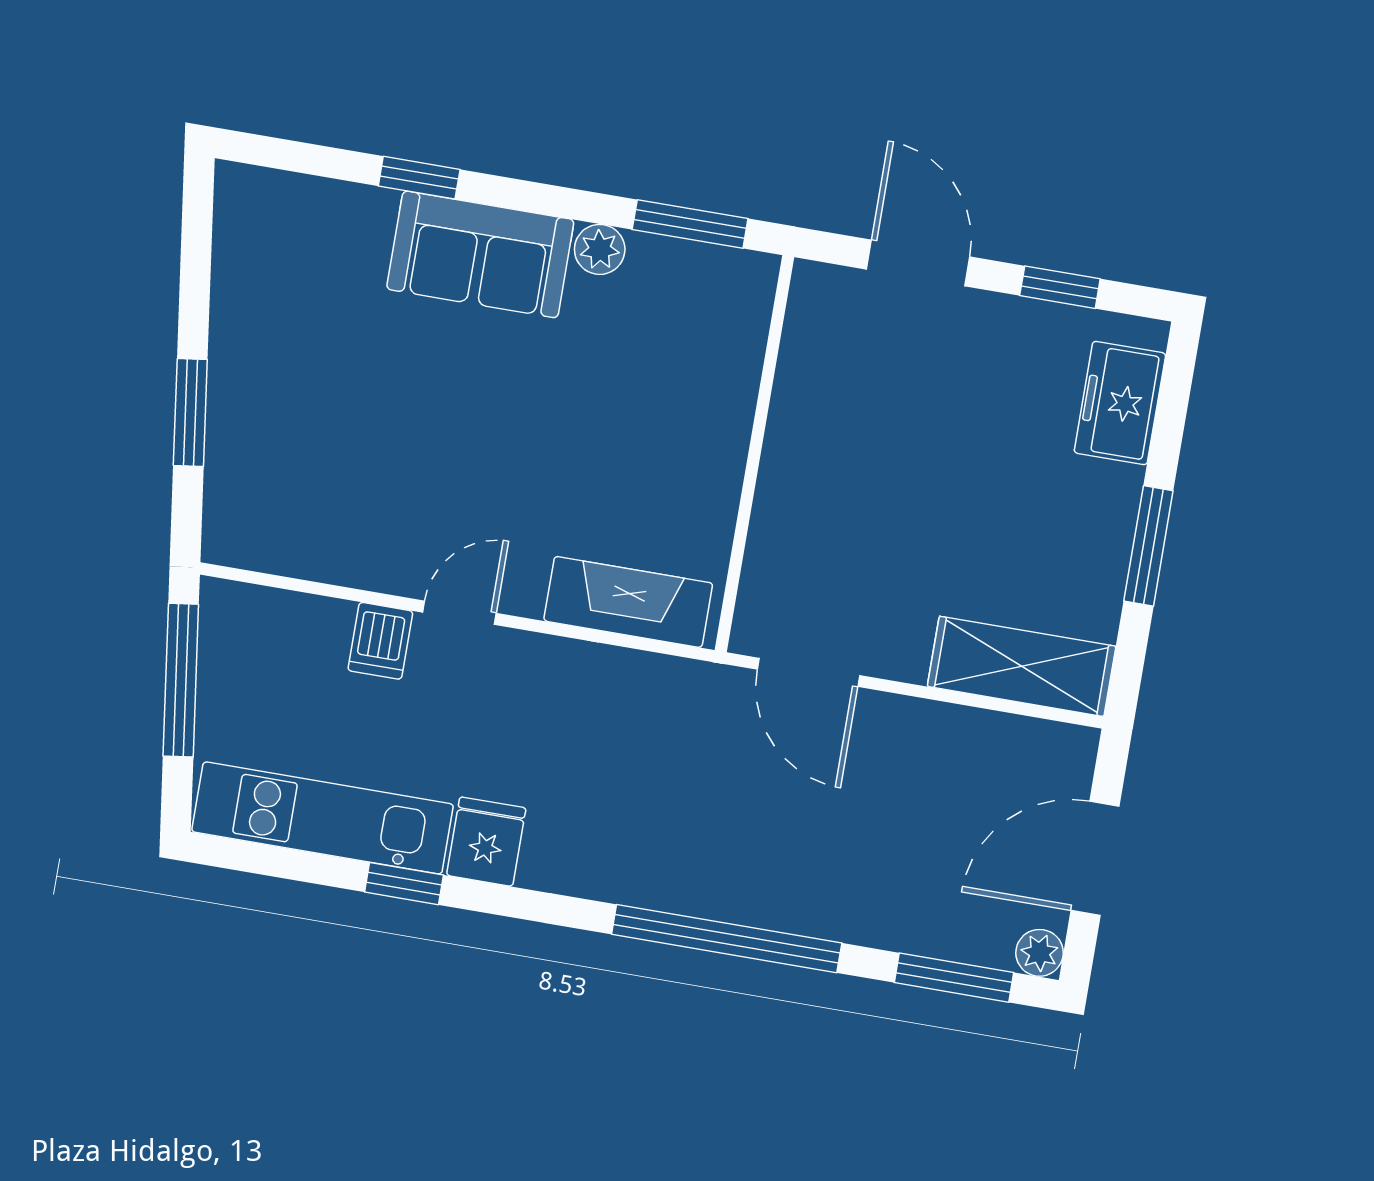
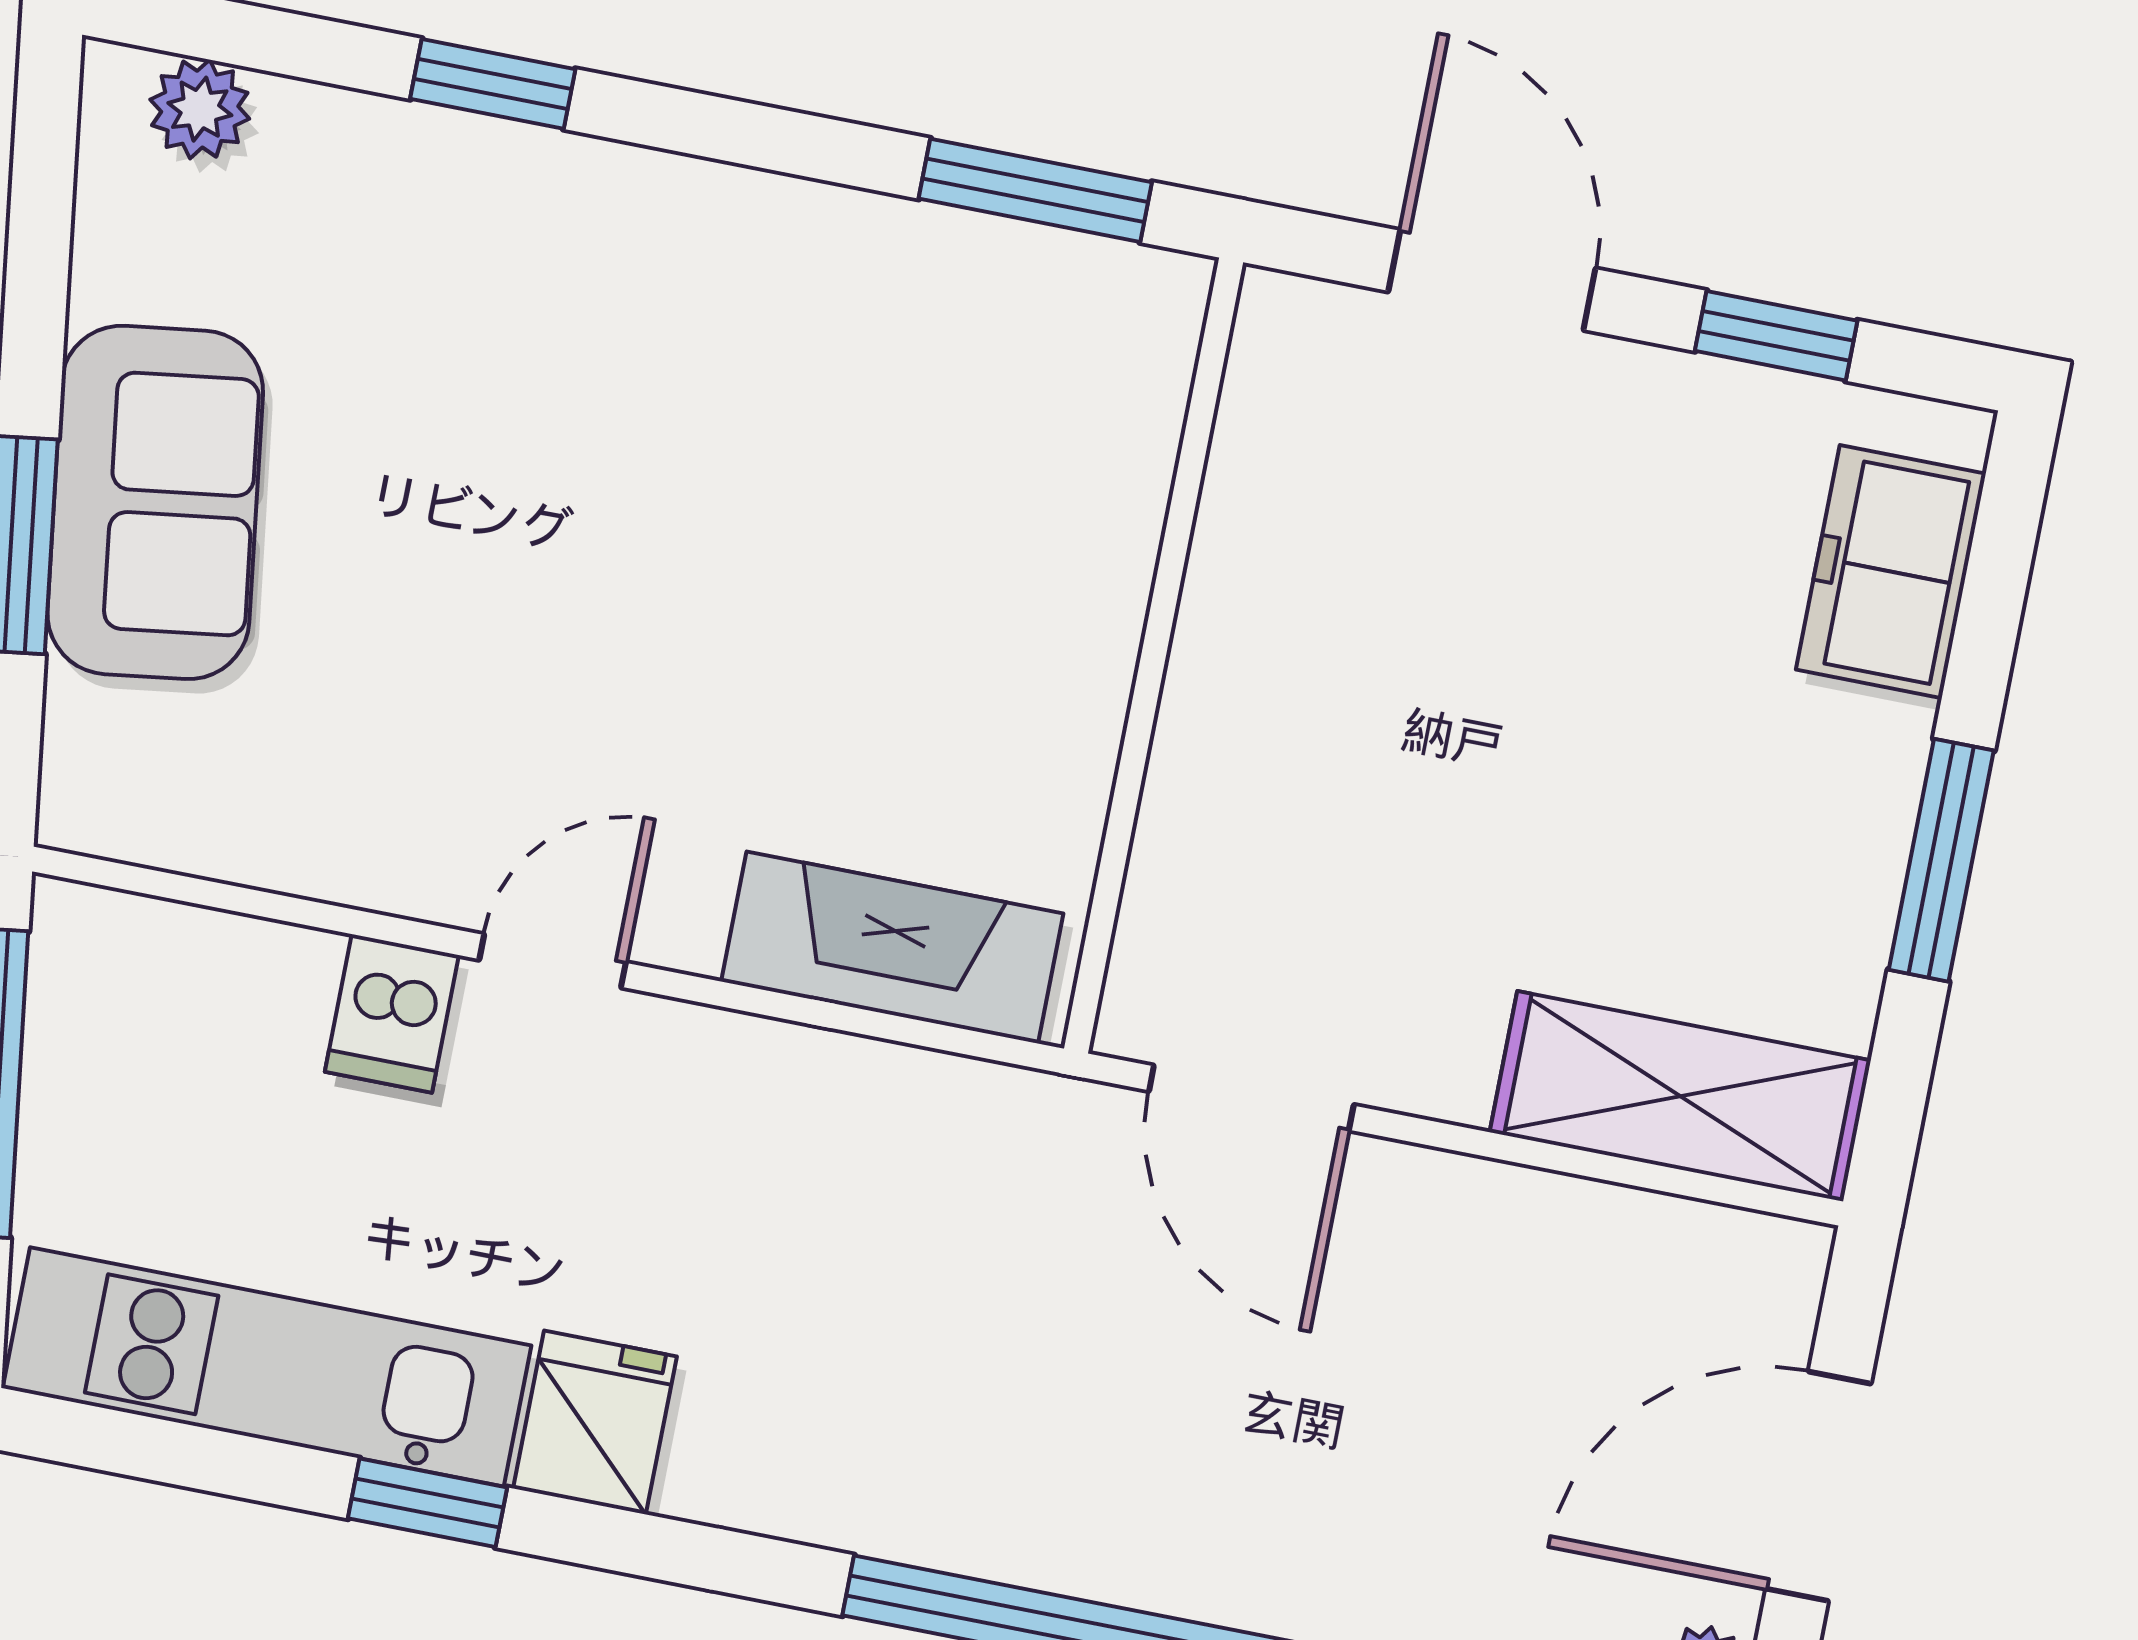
plant: (600, 249) -> (200, 109), moved
sofa: (480, 254) -> (155, 502), moved, turned -98

